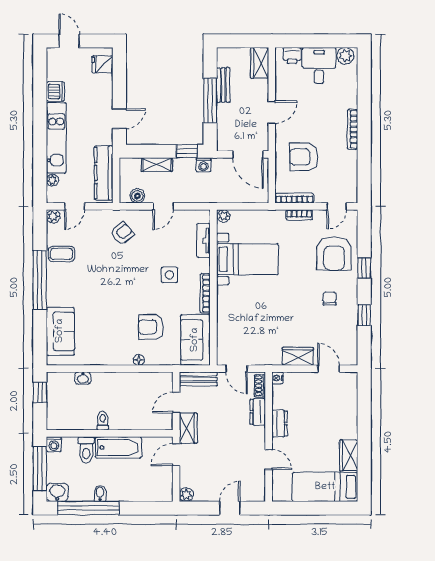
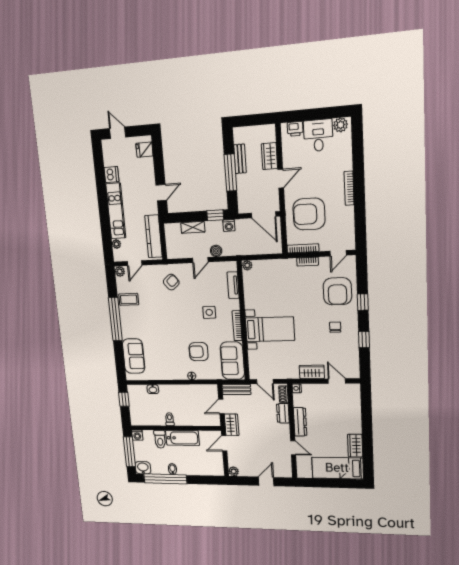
wardrobe: (260, 63) -> (269, 156), moved
armchair: (304, 157) -> (309, 214), width x1.36, depth x1.36
boiler: (137, 196) -> (216, 251), moved
bed with nightstands: (247, 259) -> (270, 329), moved
dresser: (279, 424) -> (300, 422), width x1.44

